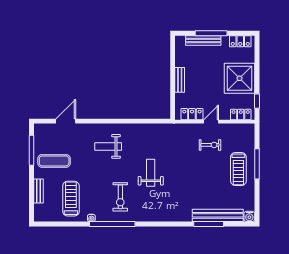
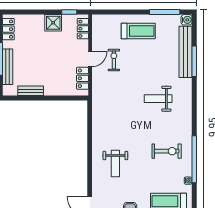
shower: (239, 78) -> (53, 23), width x0.54, depth x0.54
bench: (180, 80) -> (31, 91), moved
door: (211, 122) -> (90, 59), swing flipped
window: (257, 164) -> (165, 12), moved
weight bench: (151, 173) -> (158, 99), moved

